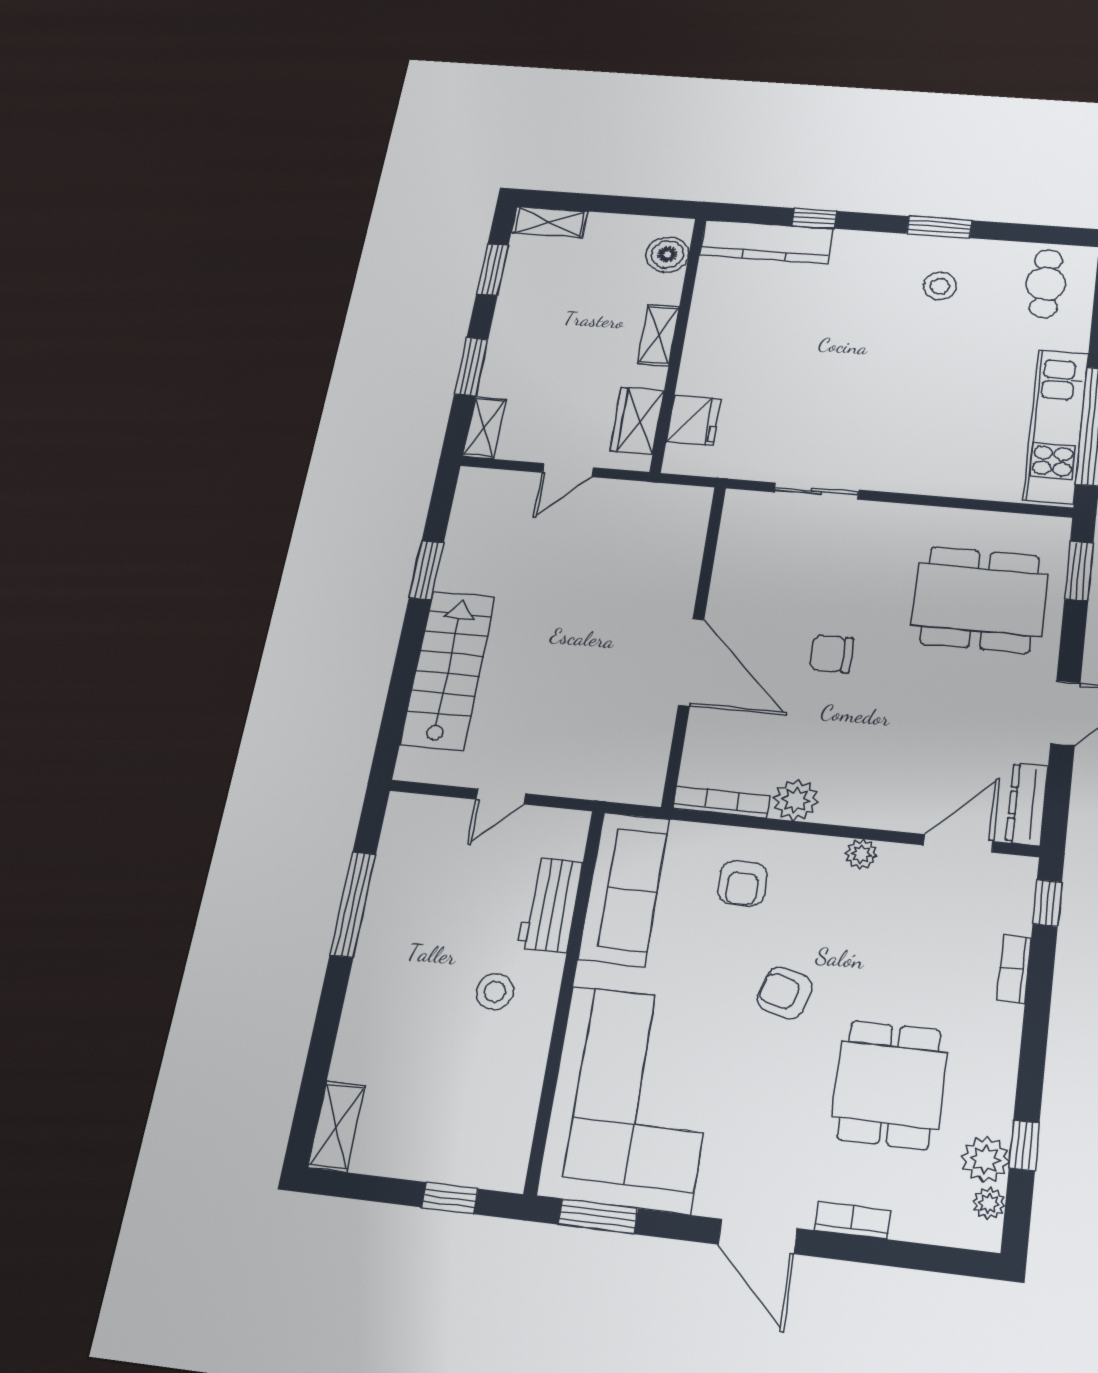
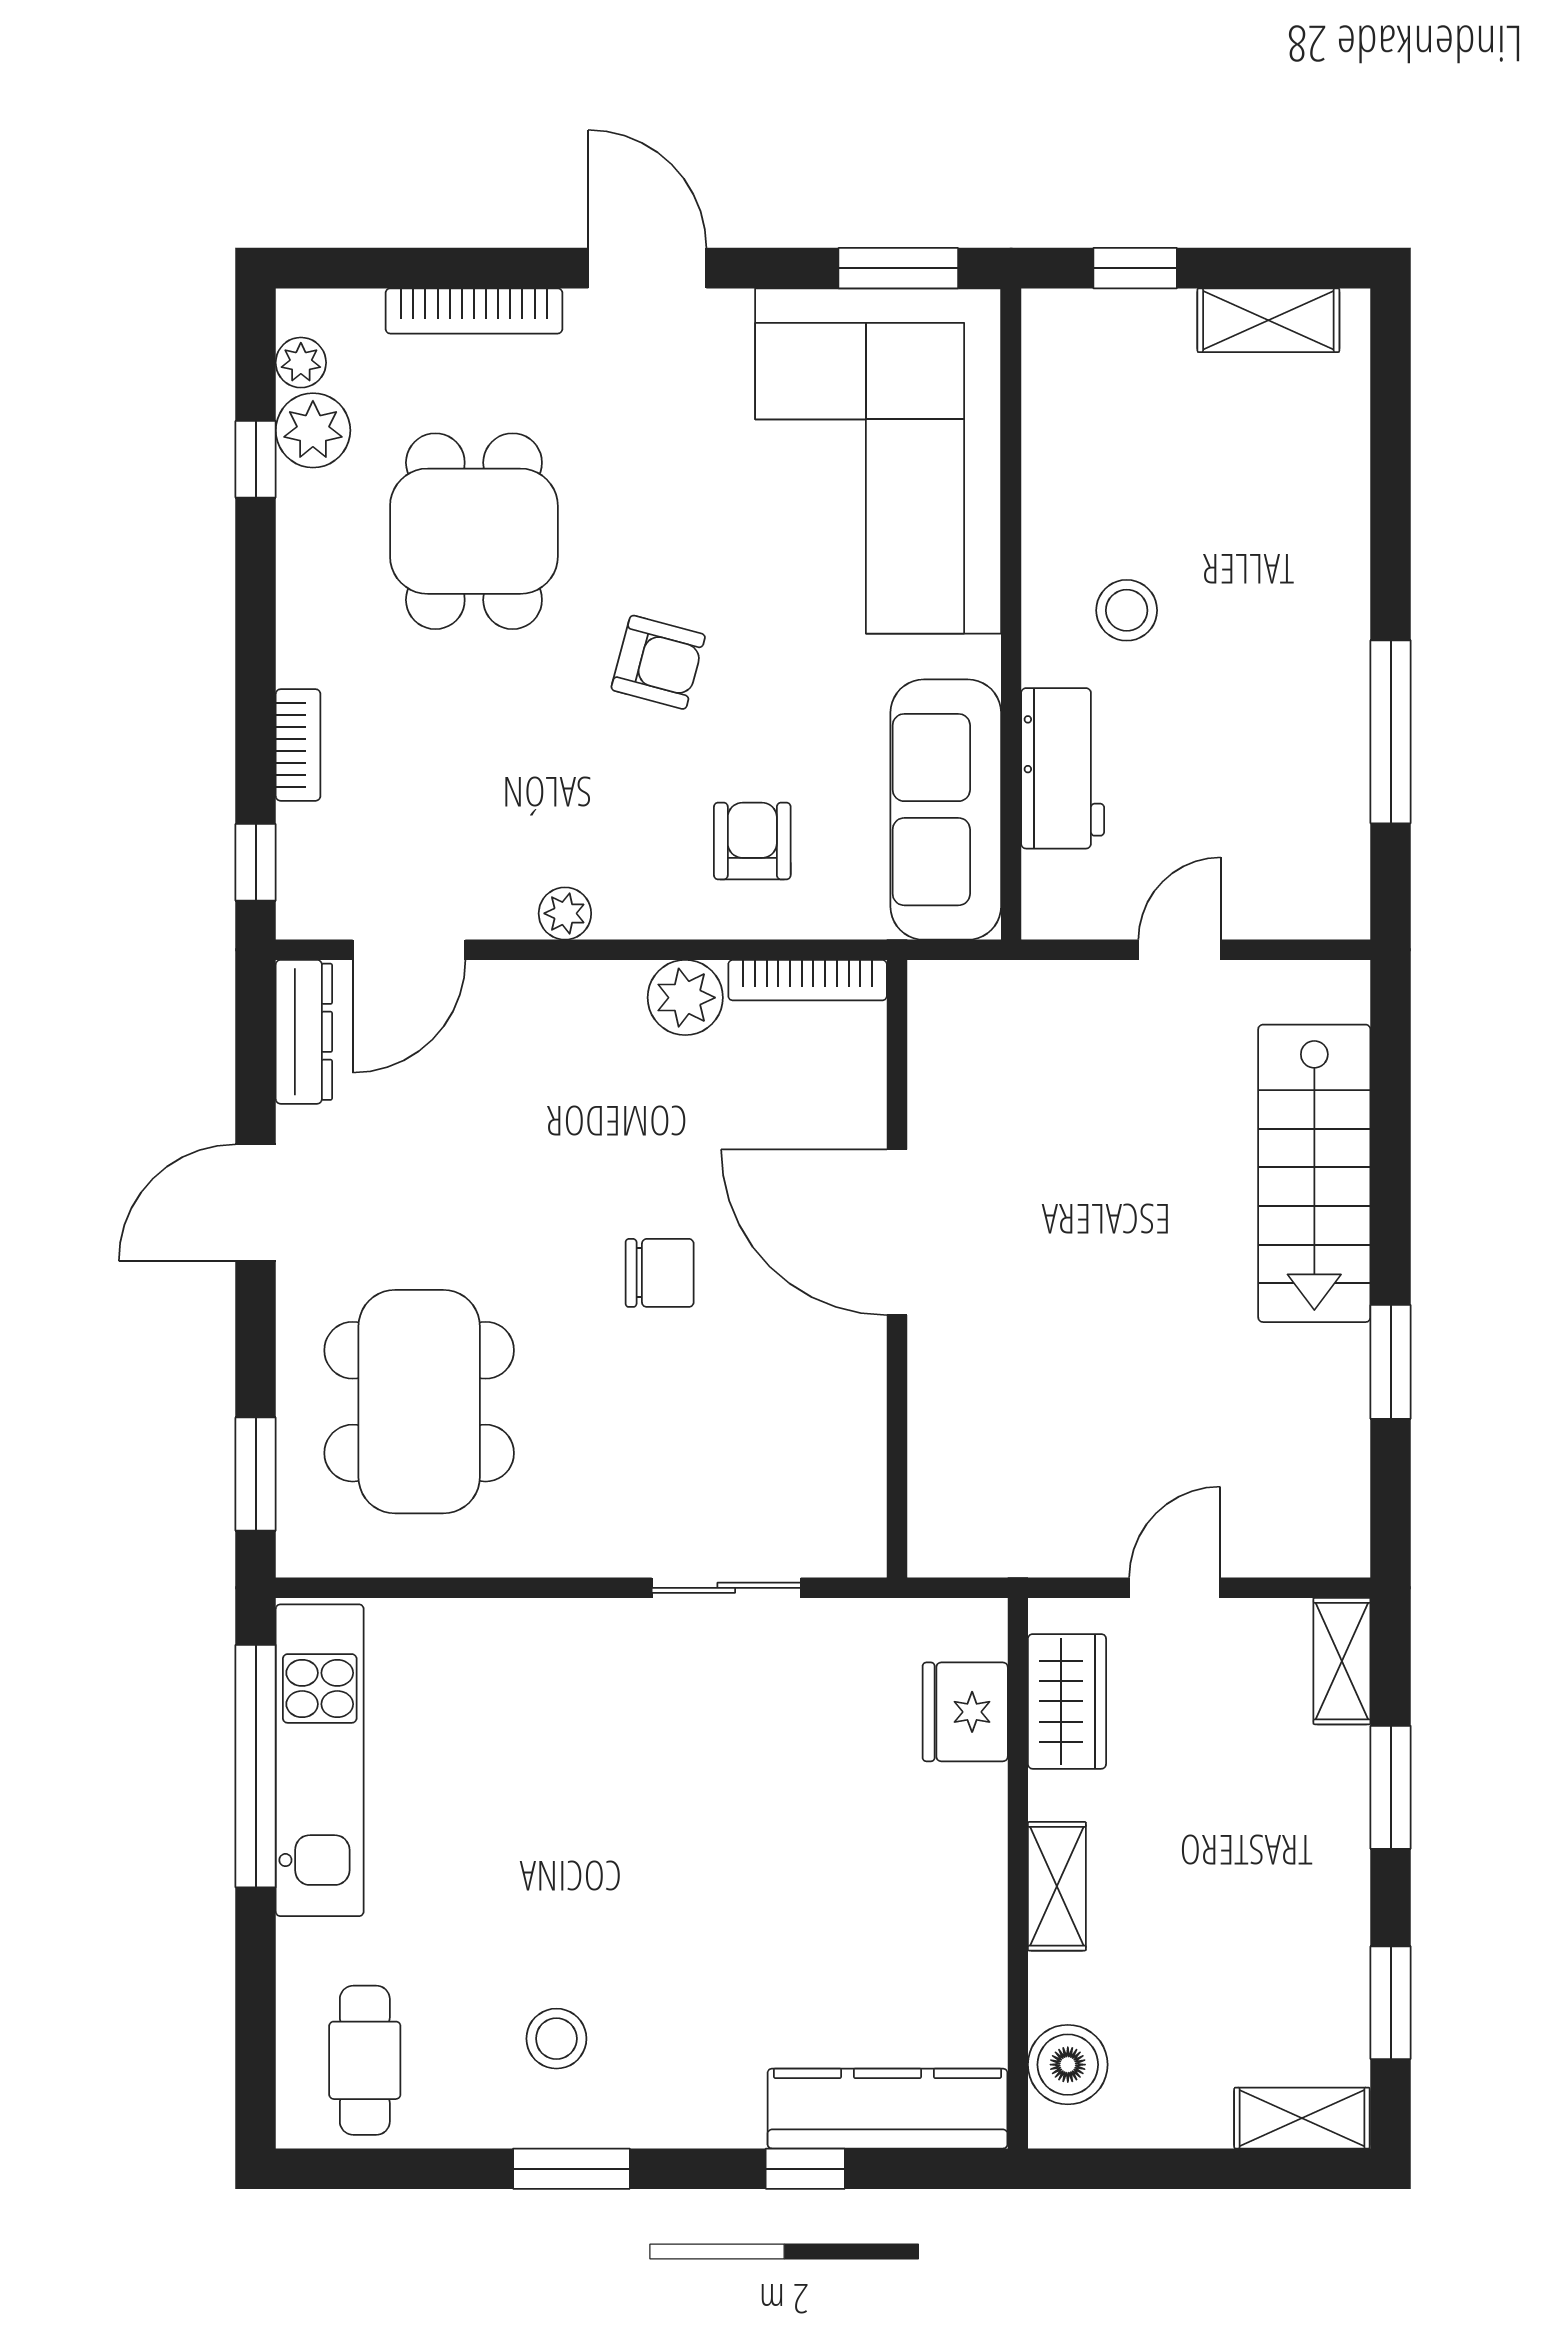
dining table: (980, 600) -> (419, 1402), turned 90
shelving: (337, 1126) -> (1268, 320), moved, turned 90
bookcase: (852, 1220) -> (474, 311), width x1.56

